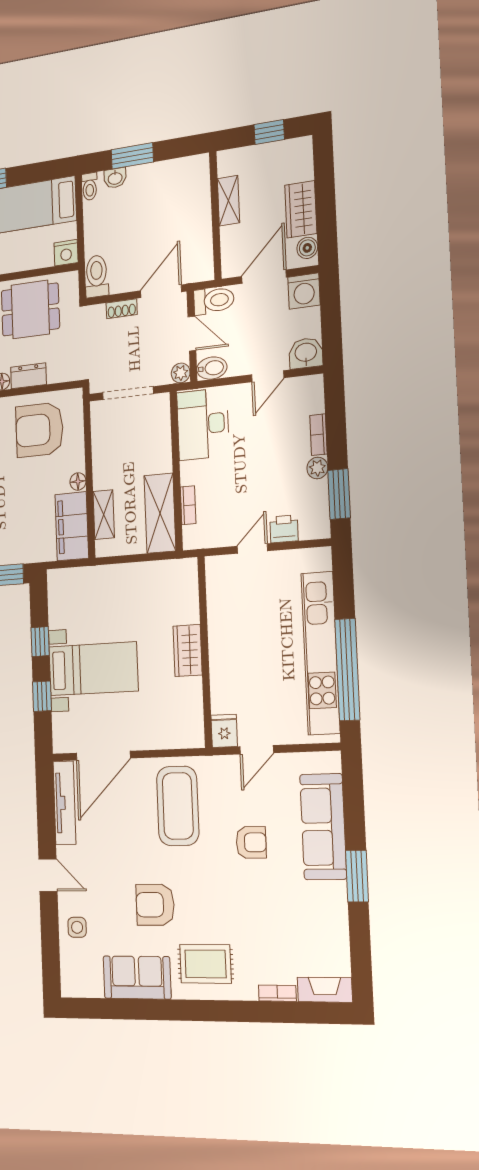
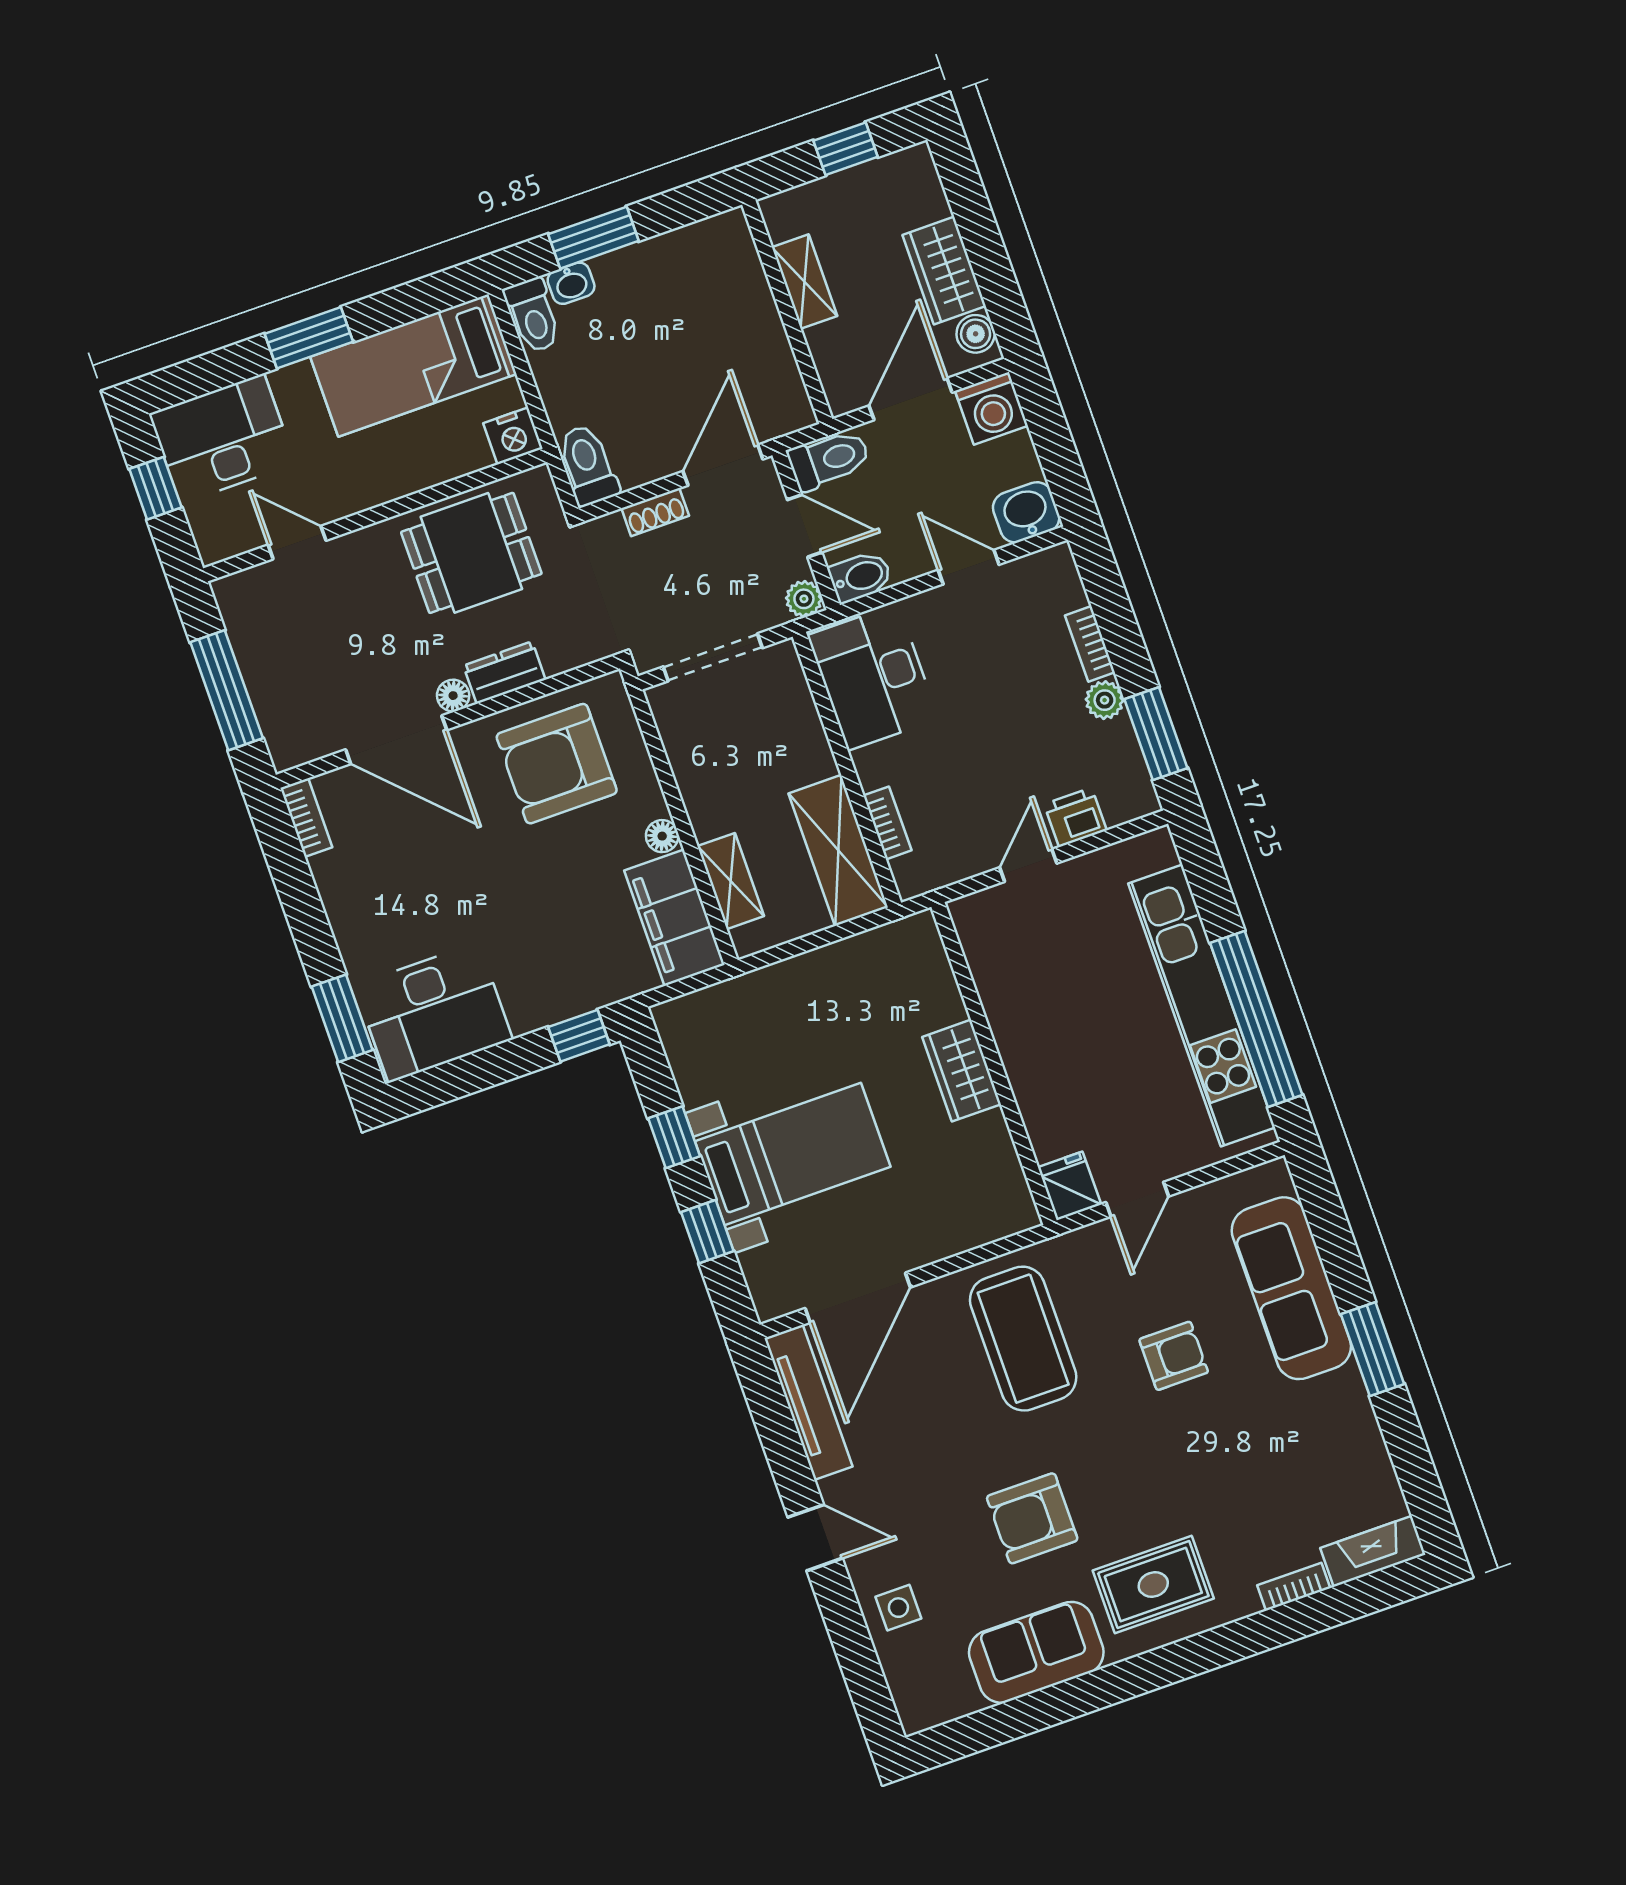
toilet: (90, 186) -> (533, 315), width x1.37, depth x1.39
door: (268, 376) -> (969, 567), swing flipped

